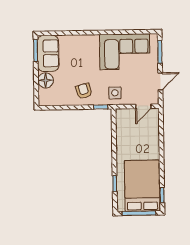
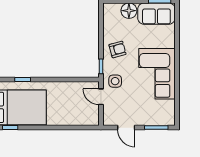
corner sofa: (125, 52) -> (157, 74), moved
door: (143, 106) -> (101, 97), moved

